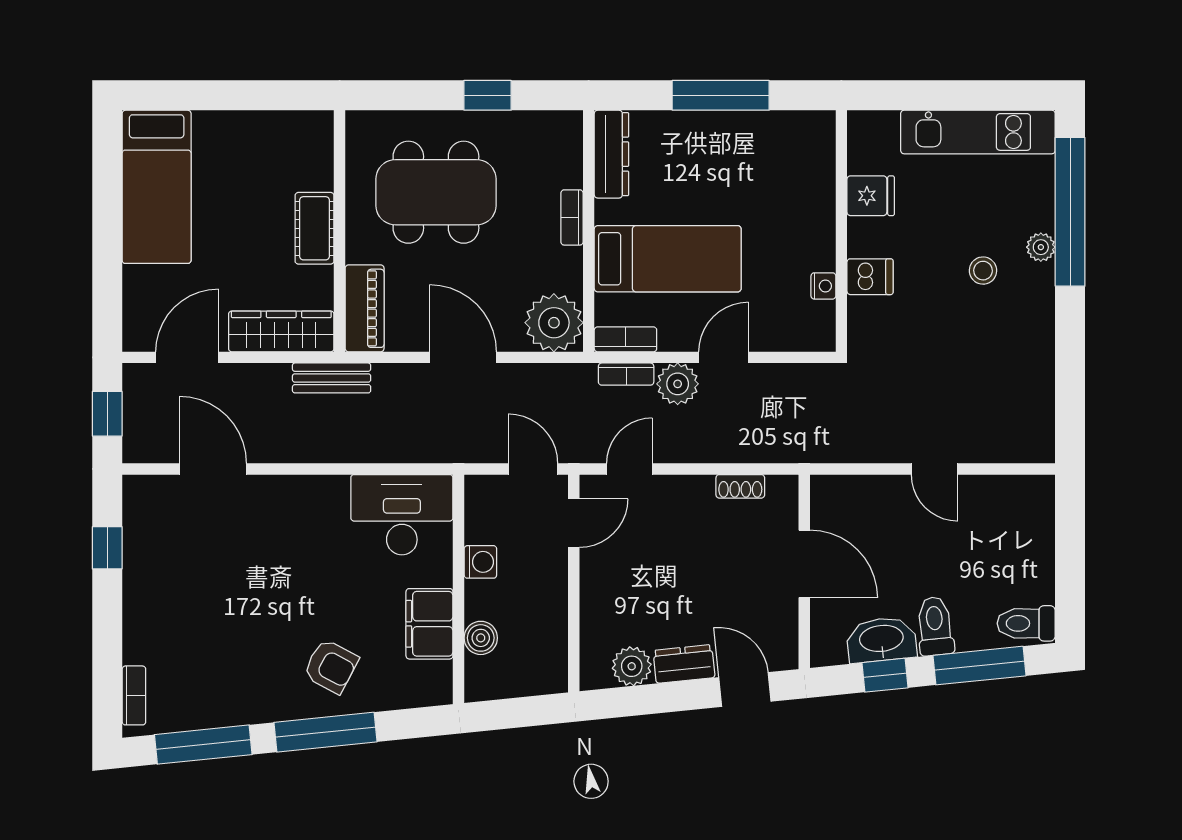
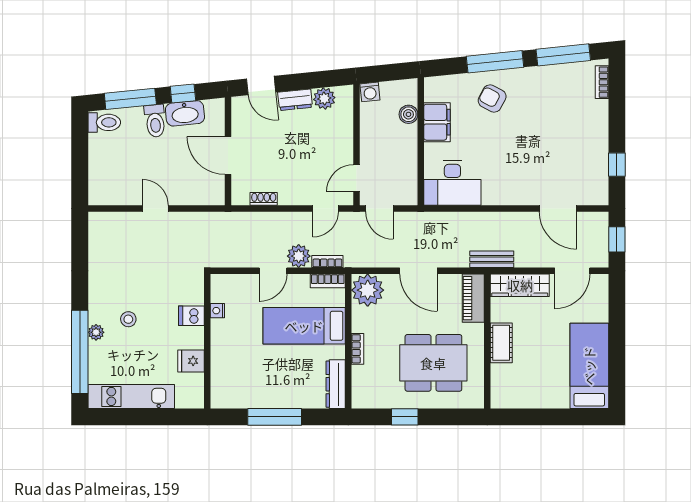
washing machine: (480, 562) -> (370, 92), moved, turned -96

